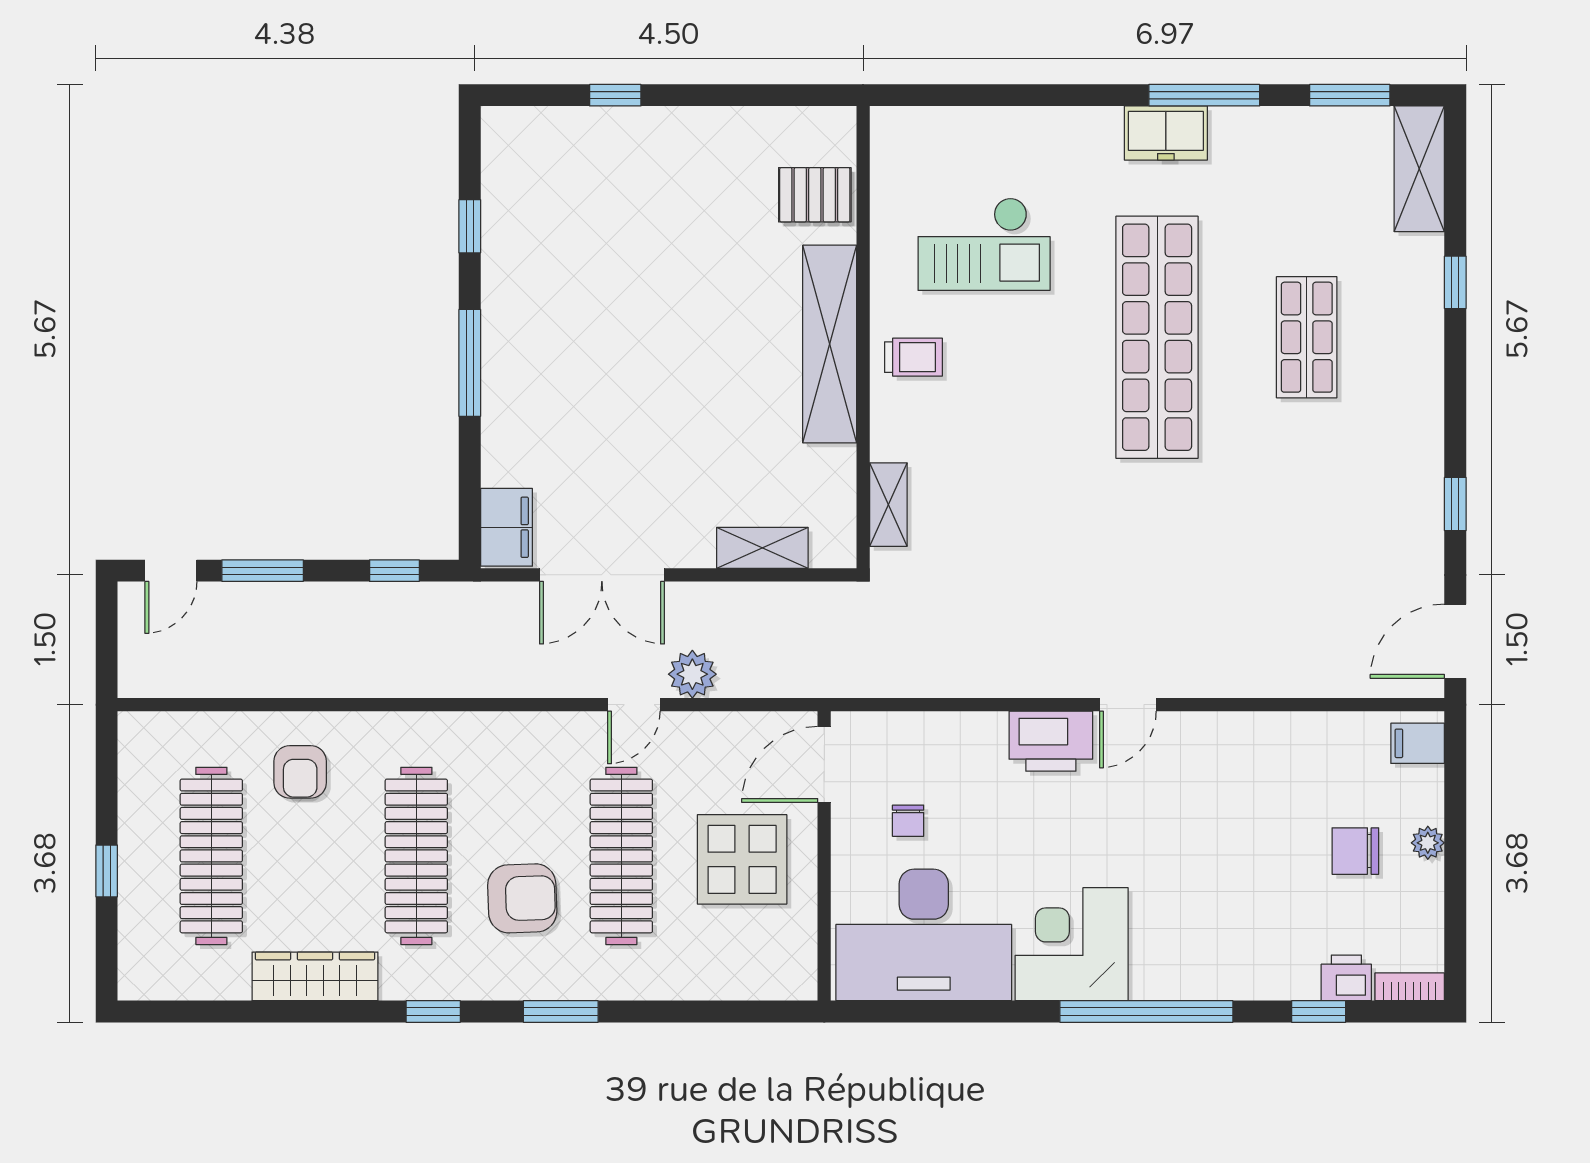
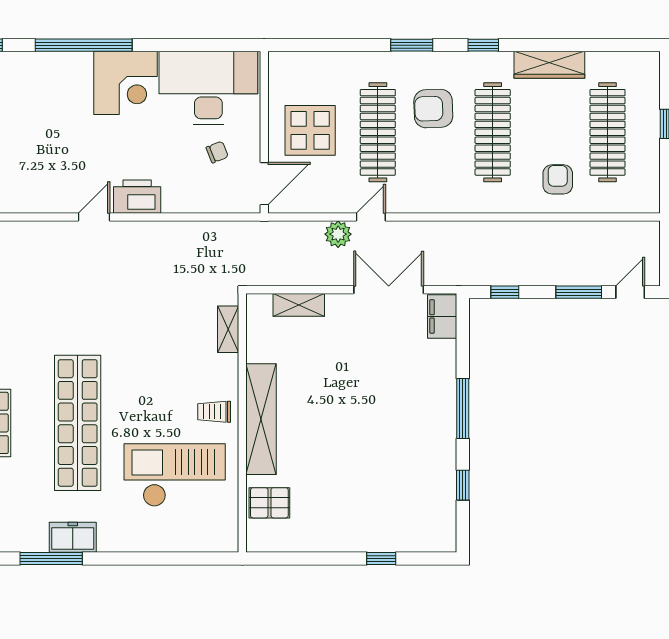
checkout: (984, 244) -> (175, 475), width x1.36, depth x1.21
chair: (908, 821) -> (217, 152), turned 68

